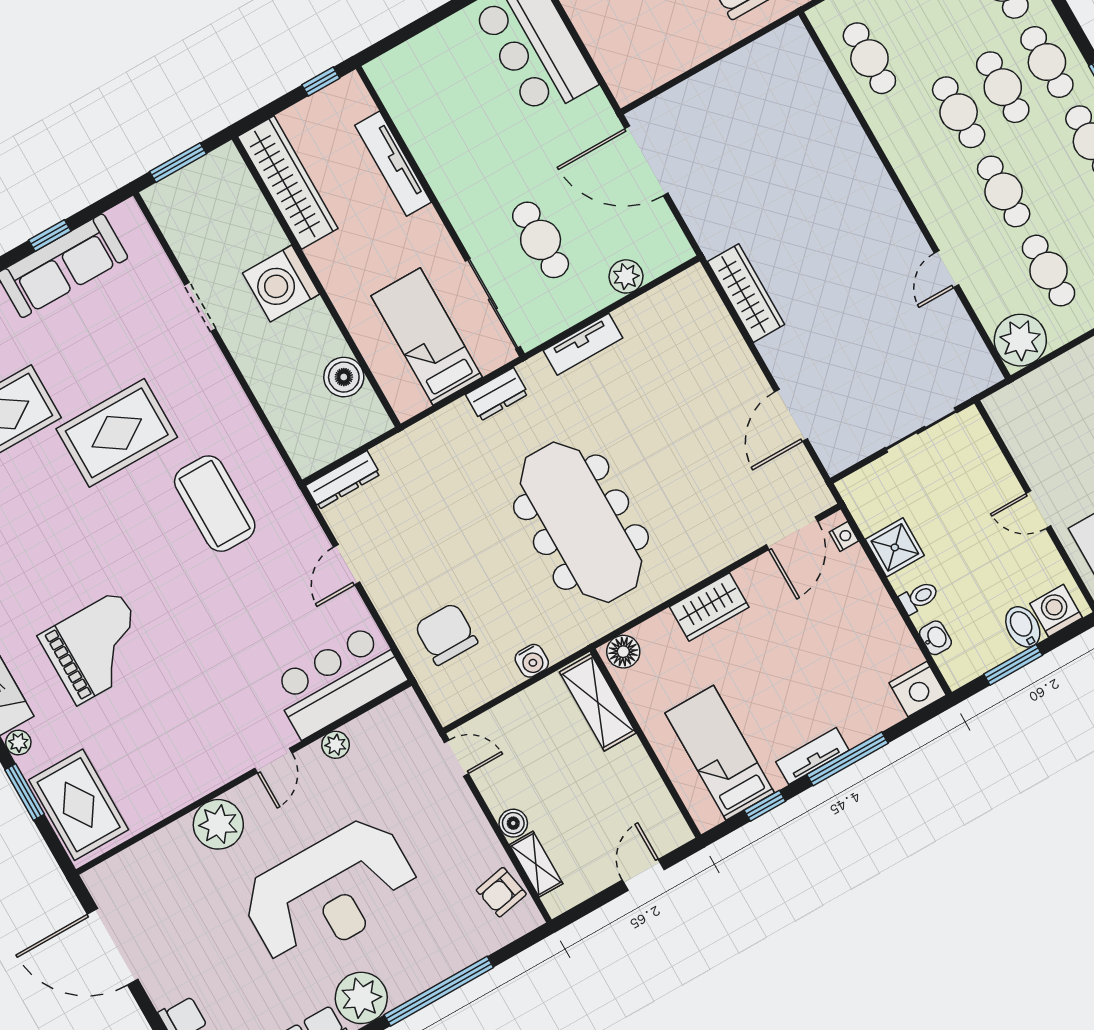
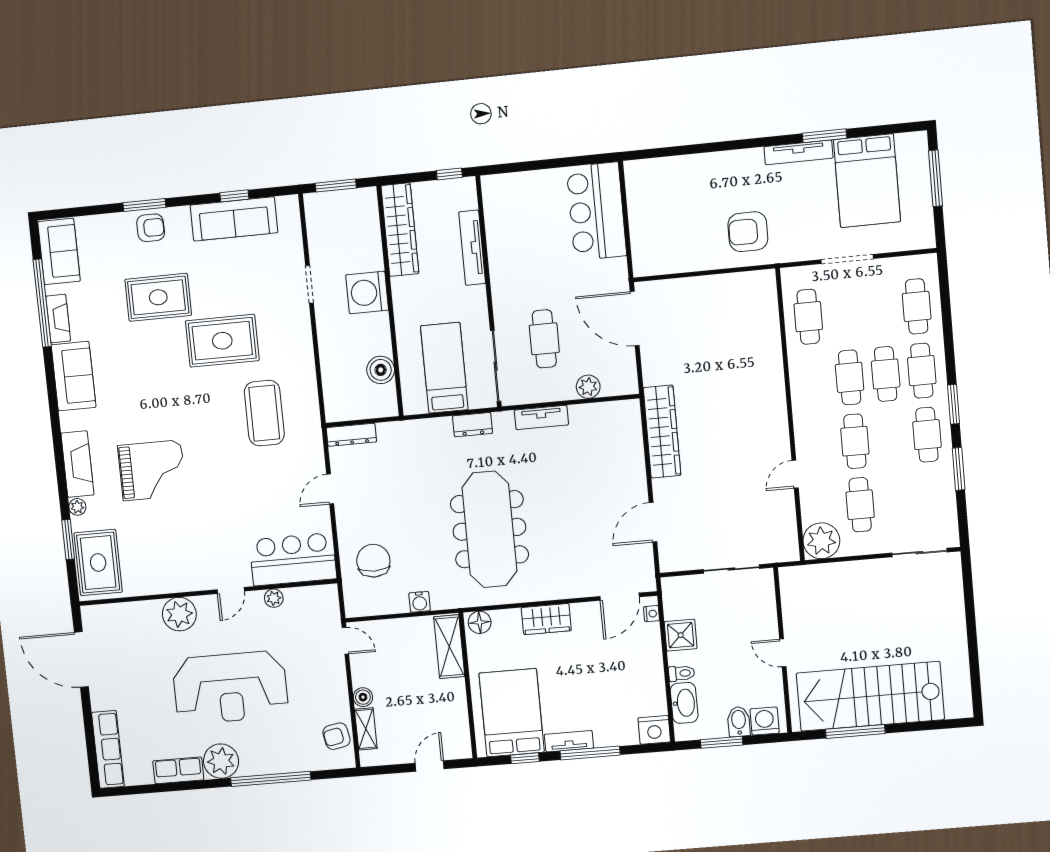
wardrobe: (746, 293) -> (662, 432), width x1.40, depth x1.17
washbasin: (935, 638) -> (684, 703), width x1.91, depth x1.45
bed: (720, 753) -> (512, 713), width x1.50

